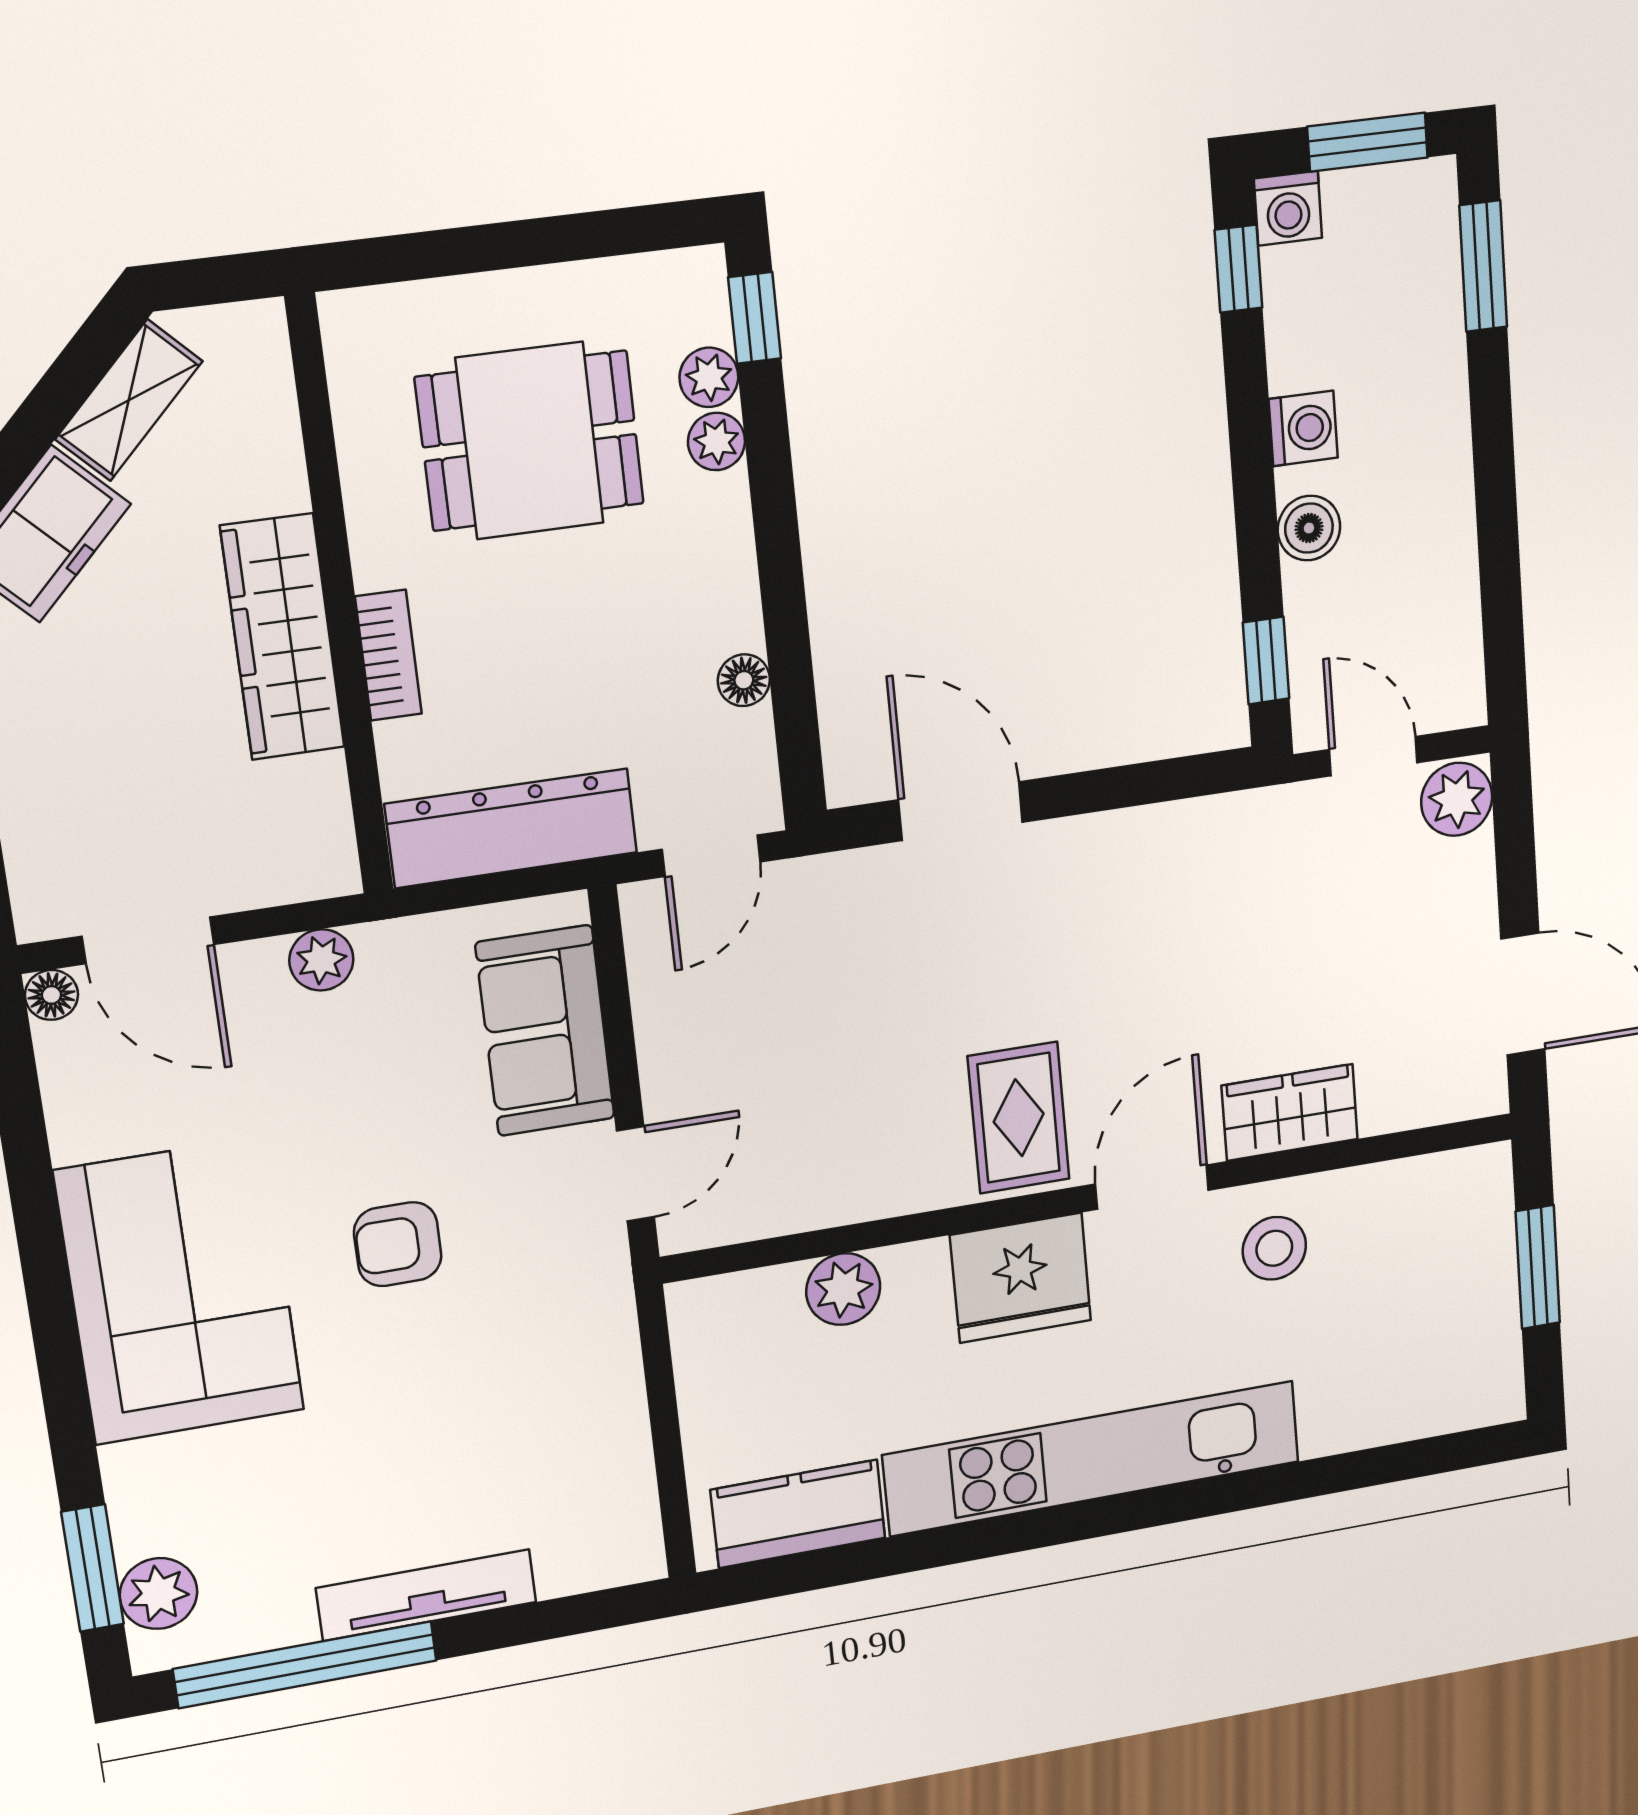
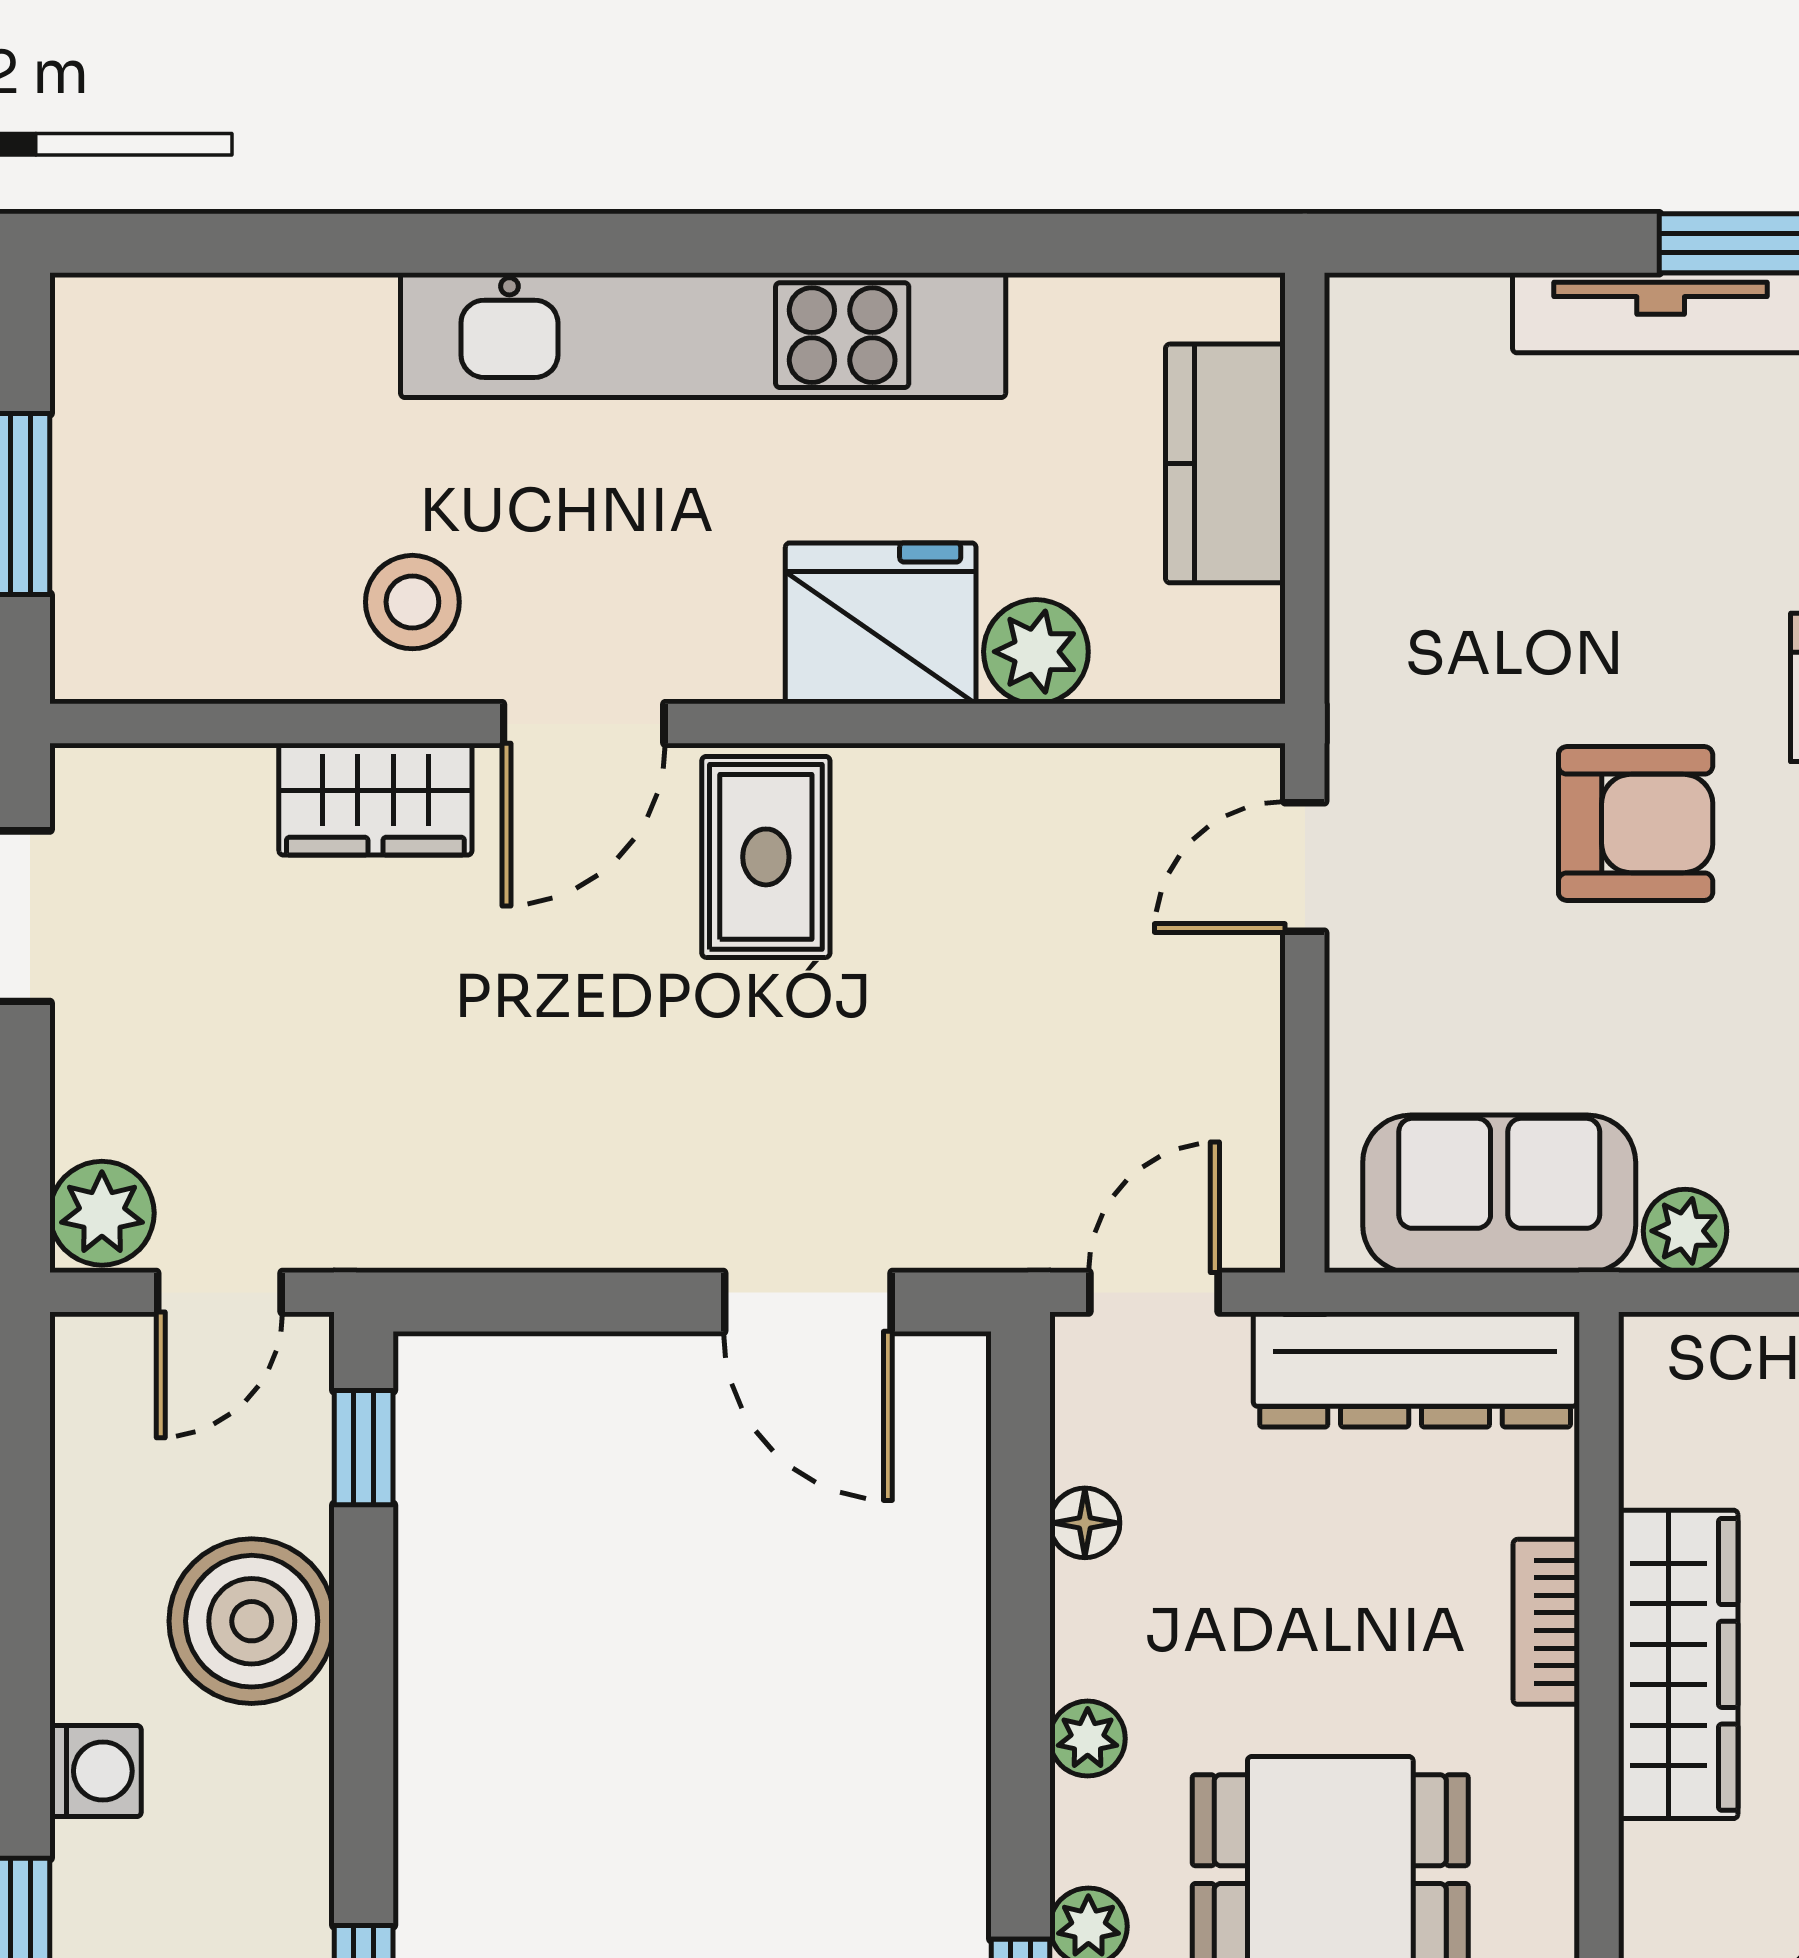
washing machine: (1303, 428) -> (96, 1771), moved, turned 180
plant: (716, 441) -> (1088, 1739), moved
boiler: (1309, 528) -> (252, 1621), width x1.86, depth x1.86
door: (1373, 756) -> (219, 1292), hinge flipped
sofa: (545, 1031) -> (1499, 1194), moved, turned -90
armchair: (398, 1244) -> (1636, 824), width x1.38, depth x1.38
fridge: (1021, 1278) -> (881, 623), moved
kitchen counter: (798, 1514) -> (1225, 463), moved, turned 90

